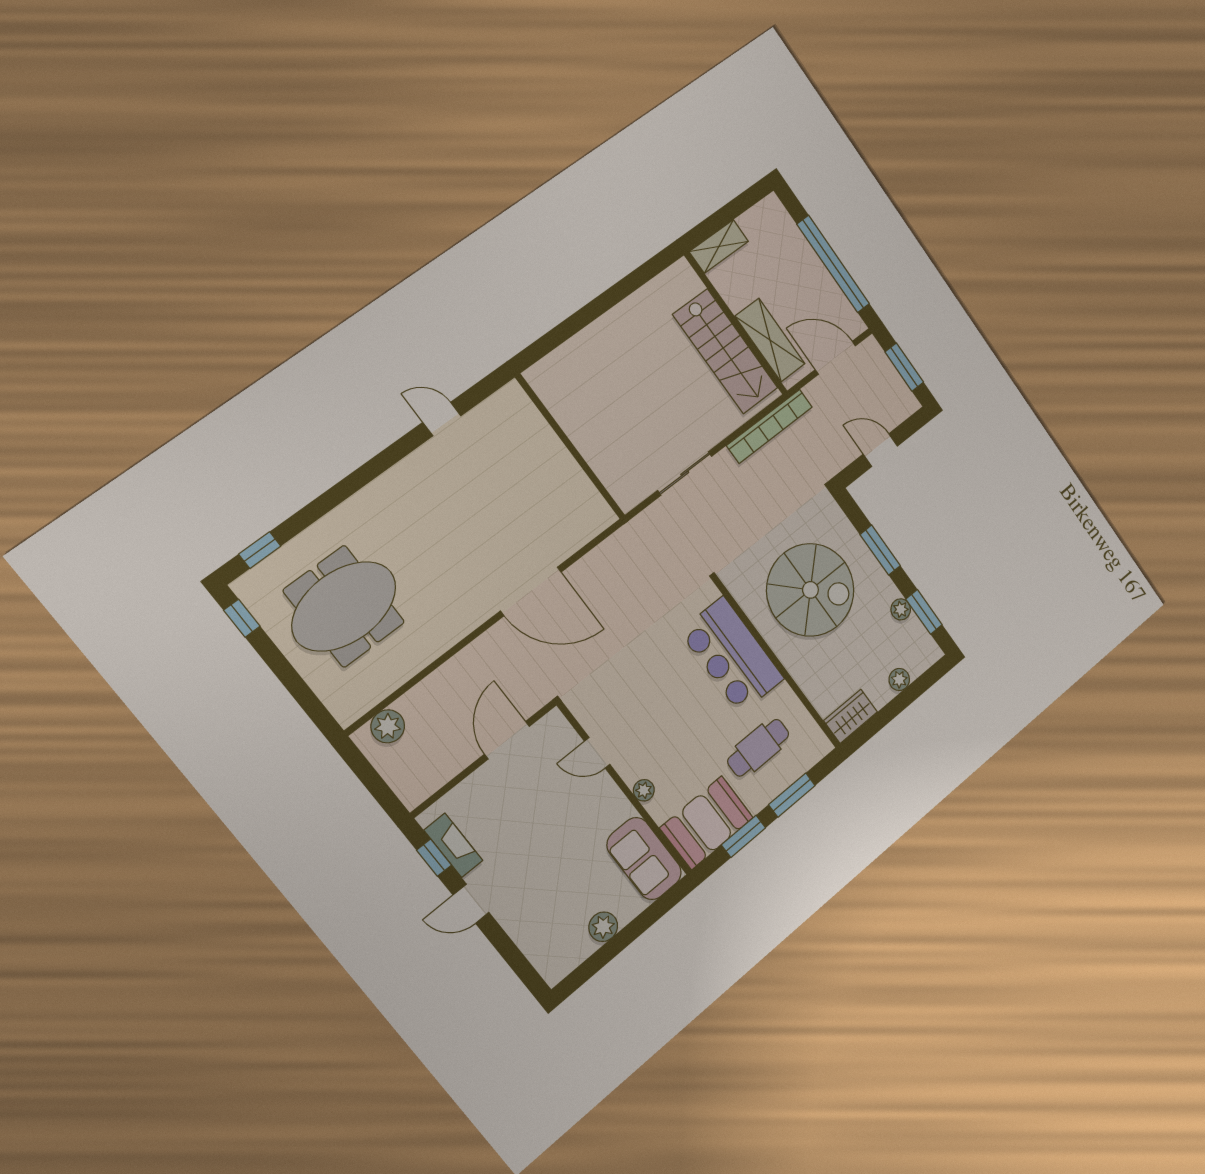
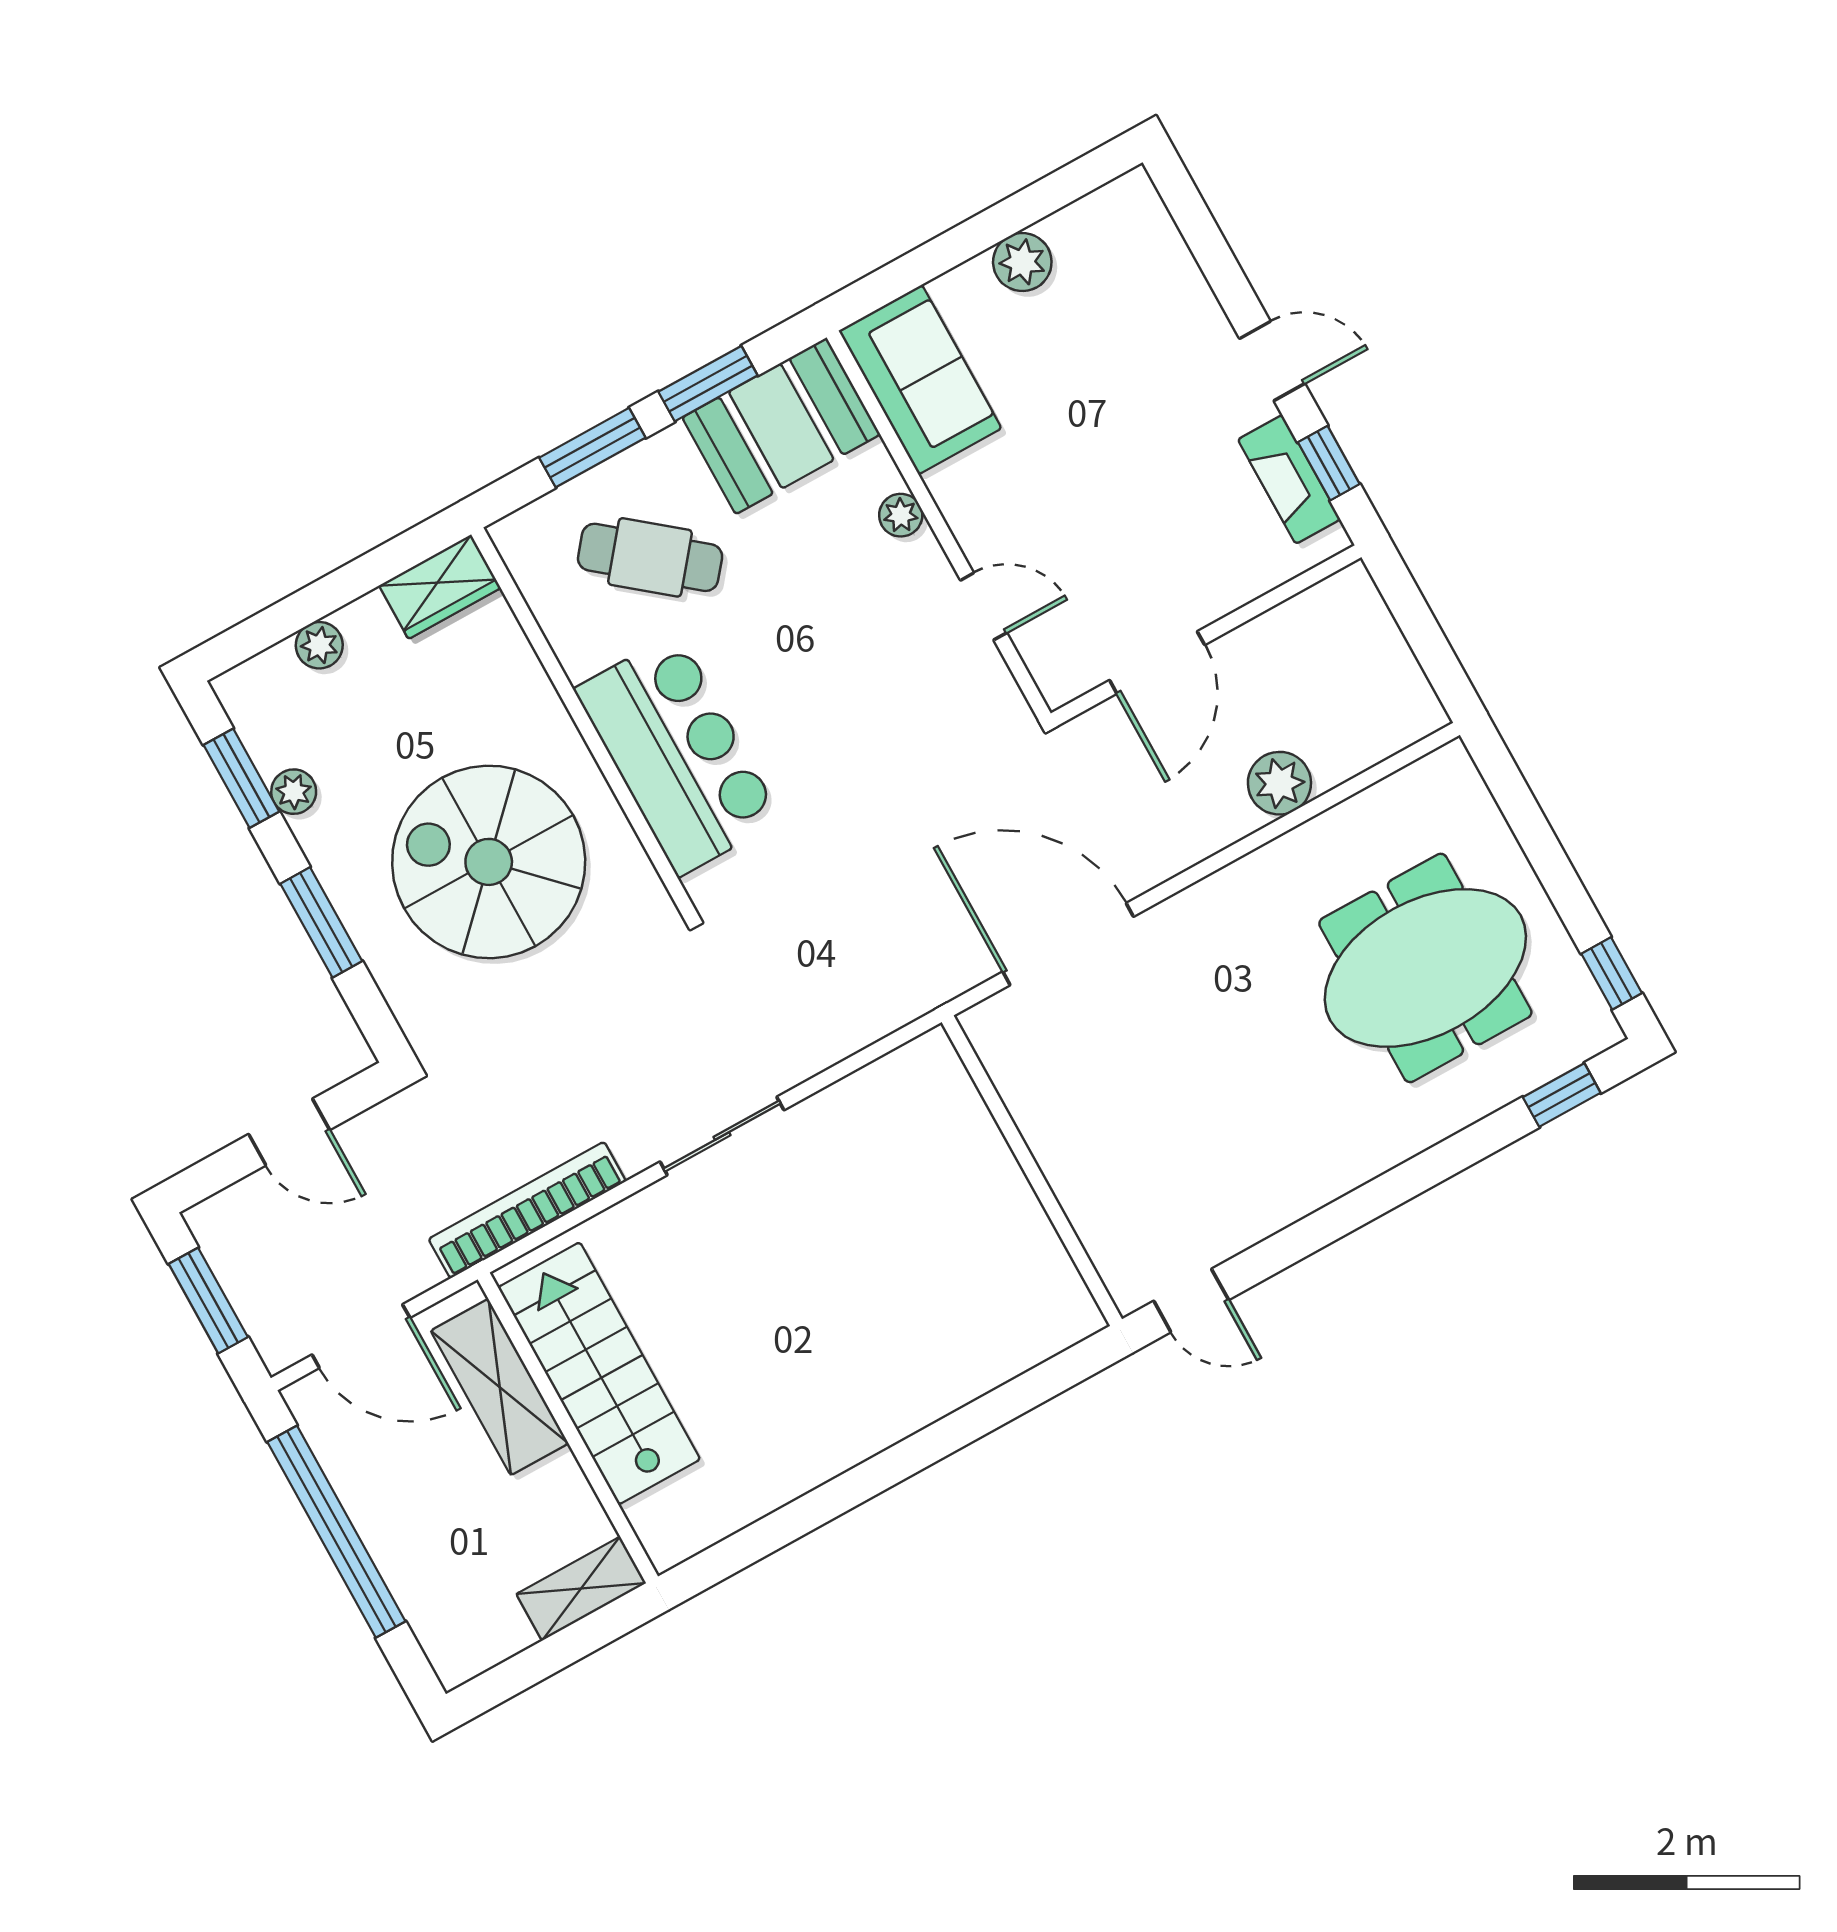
wall: (570, 447) -> (1032, 1171), moved
plant: (388, 726) -> (1279, 783), moved
cafe table: (758, 748) -> (650, 557), turned 39

